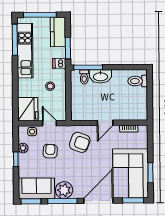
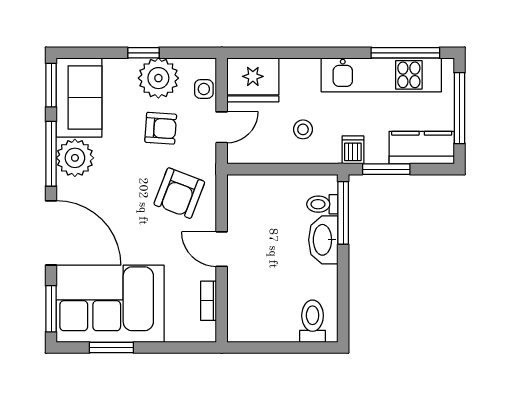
plant: (23, 148) -> (158, 78), width x1.88, depth x1.88

